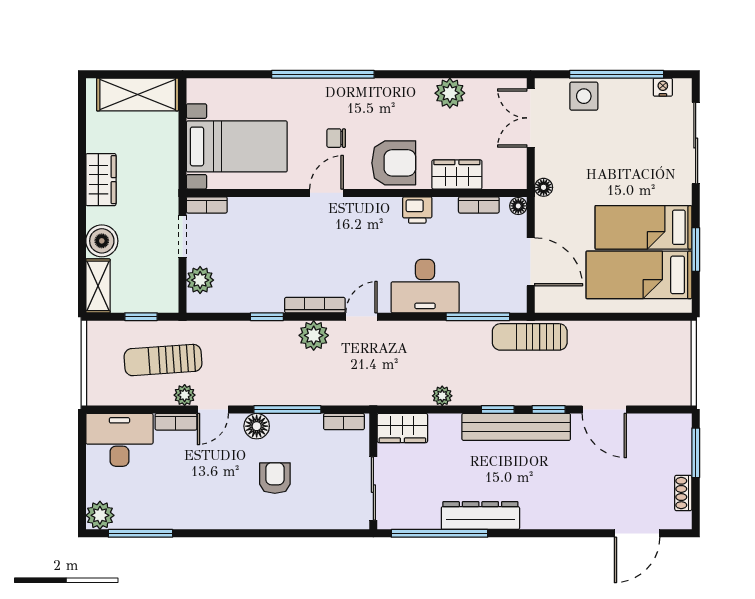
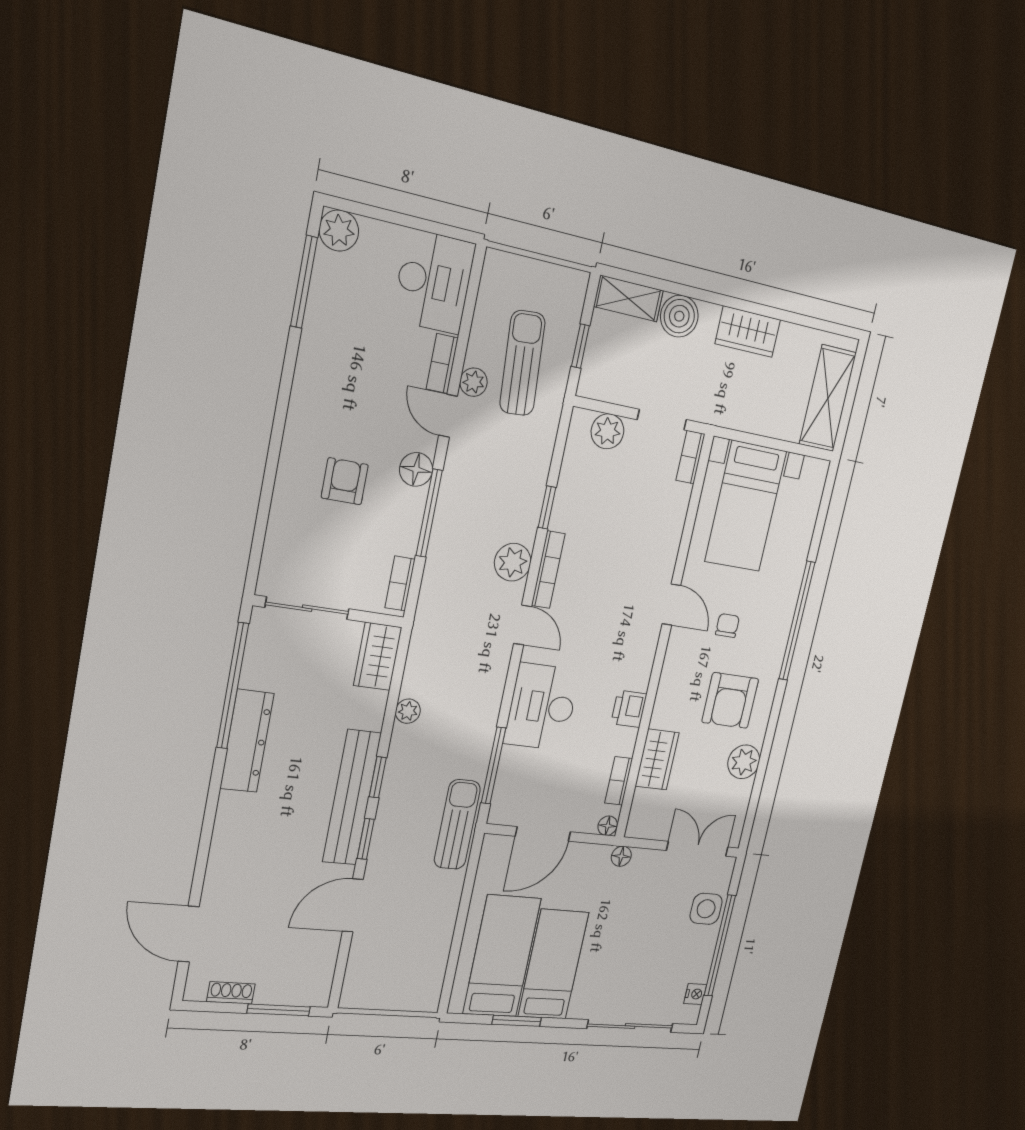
armchair: (394, 163) -> (730, 700), moved
armchair: (275, 478) -> (345, 481), turned -90

